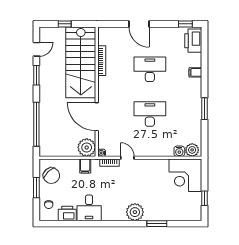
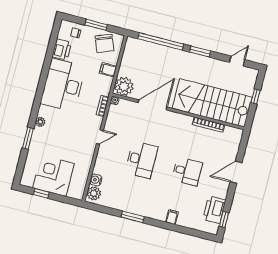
printer: (193, 41) -> (214, 210), moved, turned -90
door: (36, 49) -> (237, 61), swing flipped
desk: (150, 69) -> (187, 171), width x0.73
window: (36, 75) -> (200, 52), moved
door: (127, 158) -> (100, 137), moved
filing cabinet: (85, 166) -> (108, 70), moved
corner desk: (185, 175) -> (53, 176), moved
chair: (51, 176) -> (104, 43), turned -68
desk: (89, 208) -> (63, 85), width x1.87, depth x1.30
plant: (135, 212) -> (40, 122), width x0.53, depth x0.53

